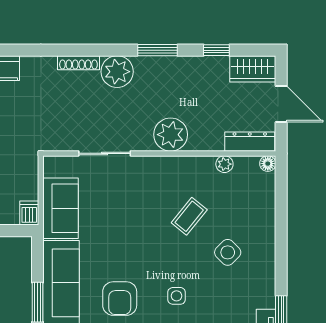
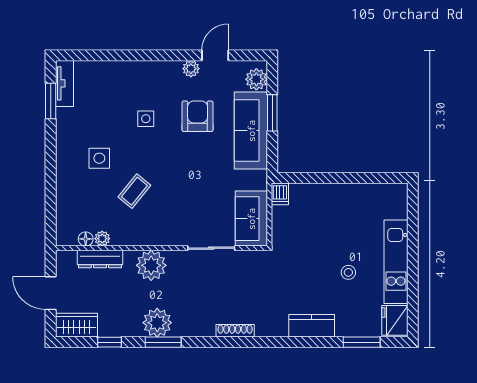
plant: (117, 72) -> (157, 323), moved
dresser: (250, 142) -> (100, 259), moved
floor lamp: (268, 164) -> (86, 239), moved
sofa: (61, 208) -> (251, 219), moved
side table: (228, 252) -> (99, 158), turned 45

